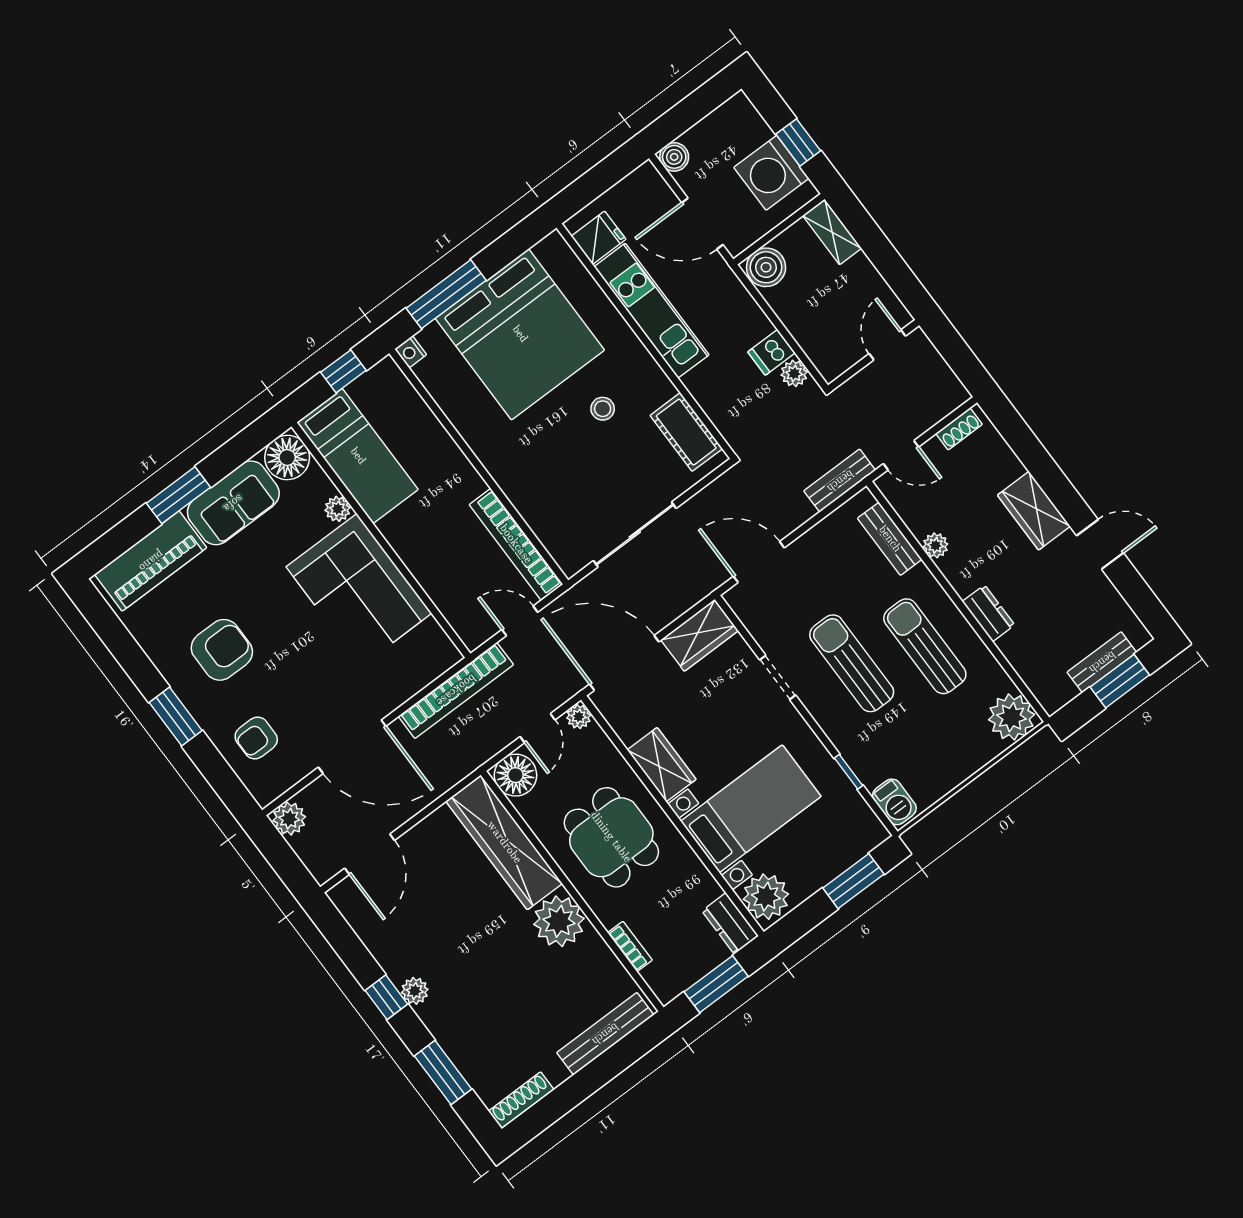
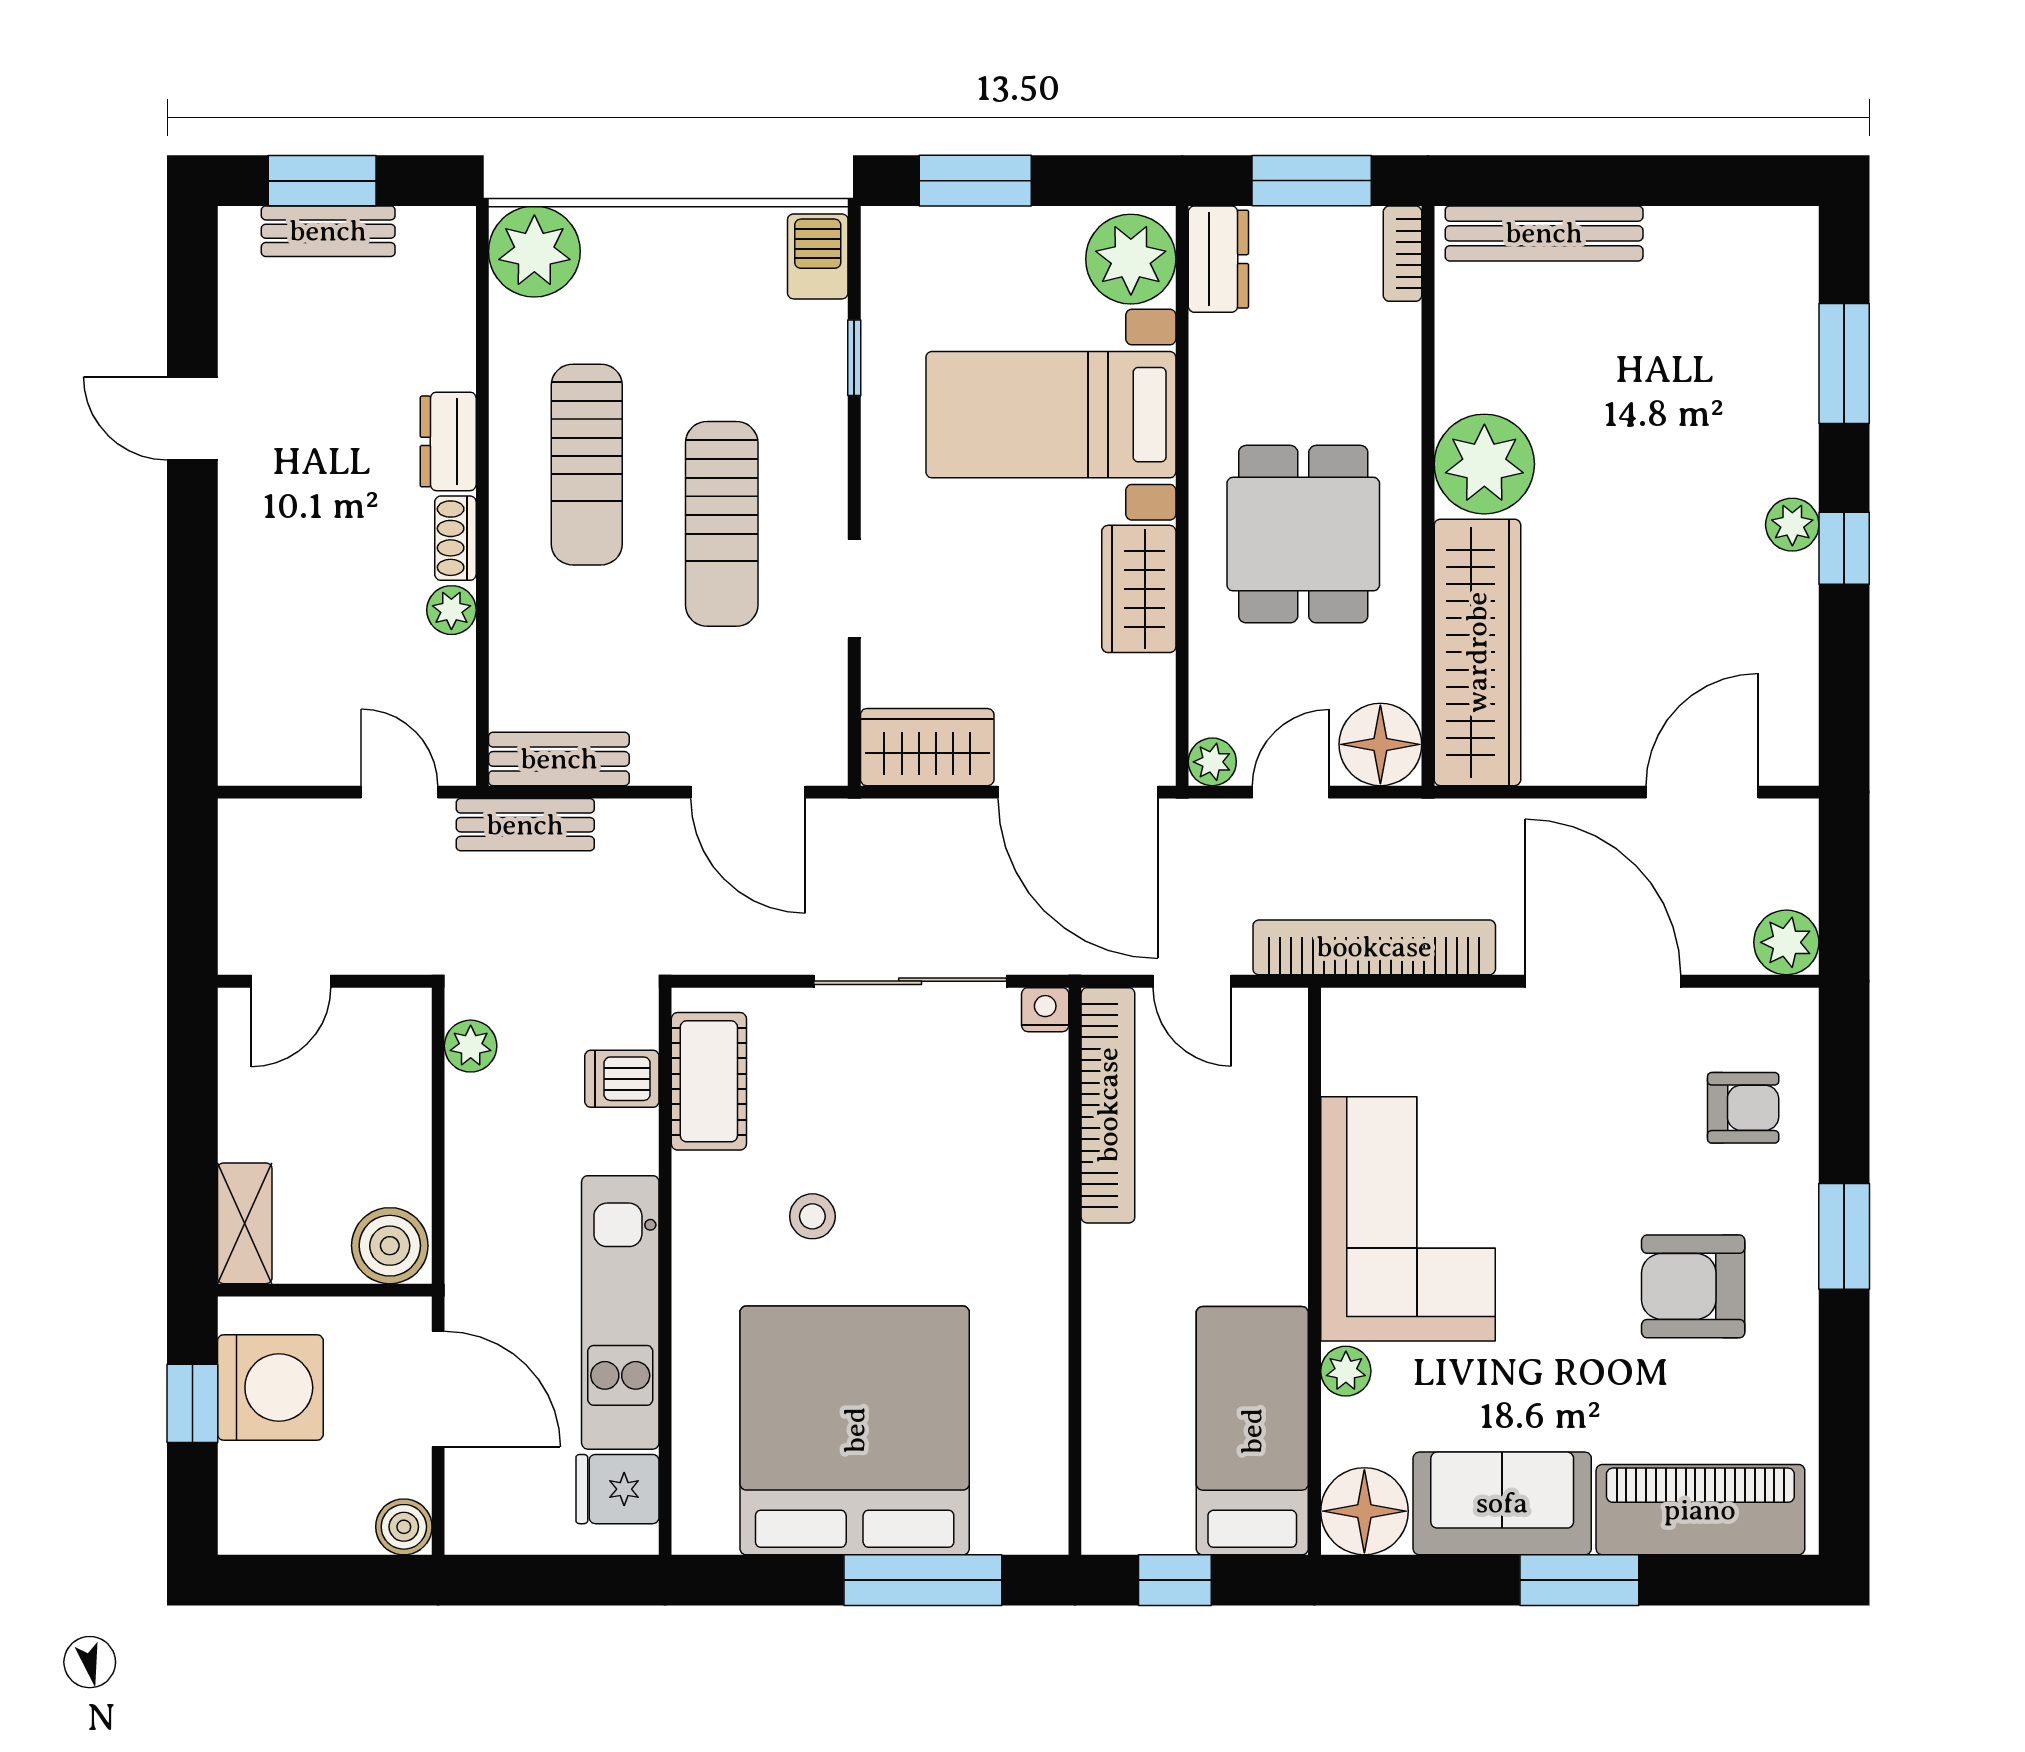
nightstand: (411, 352) -> (1045, 1010), moved, turned -90
dishwasher: (771, 352) -> (622, 1079), moved, turned 180
shoe rack: (959, 429) -> (455, 538), moved, turned -90
wardrobe: (1034, 511) -> (257, 549), removed
bench: (890, 539) -> (559, 759), moved, turned 90
bookcase: (630, 946) -> (1403, 254), moved
shoe rack: (521, 1100) -> (1754, 228), removed

